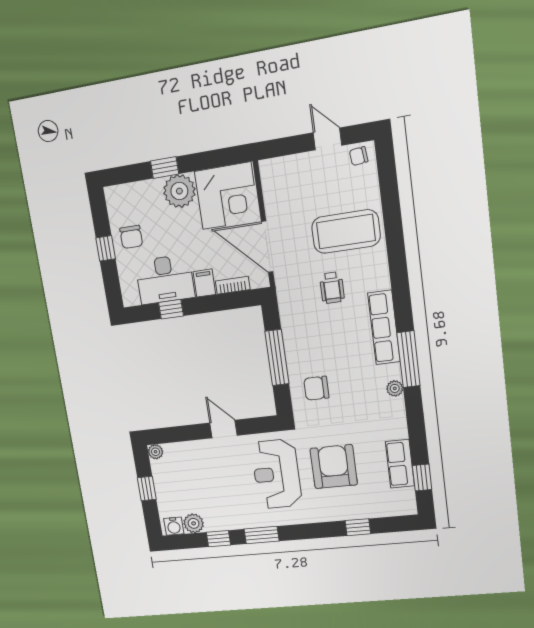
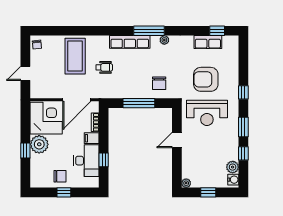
door: (327, 139) -> (25, 73), moved
window: (358, 527) -> (243, 92), moved

